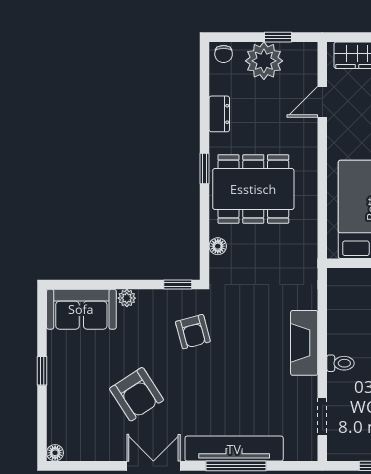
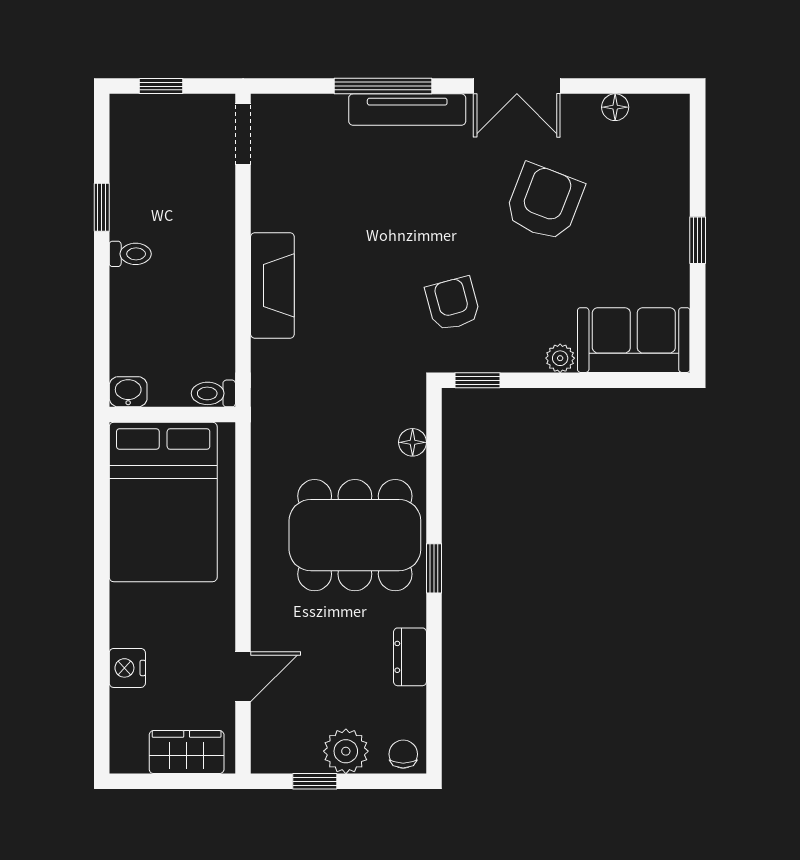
plant: (264, 61) -> (346, 751), width x0.73, depth x0.73
toilet: (341, 363) -> (213, 393), moved
armchair: (137, 394) -> (544, 202), turned 54
doorway: (322, 417) -> (243, 134), moved
tv unit: (234, 449) -> (407, 110), width x0.73, depth x0.78
floor lamp: (55, 453) -> (615, 107), moved

